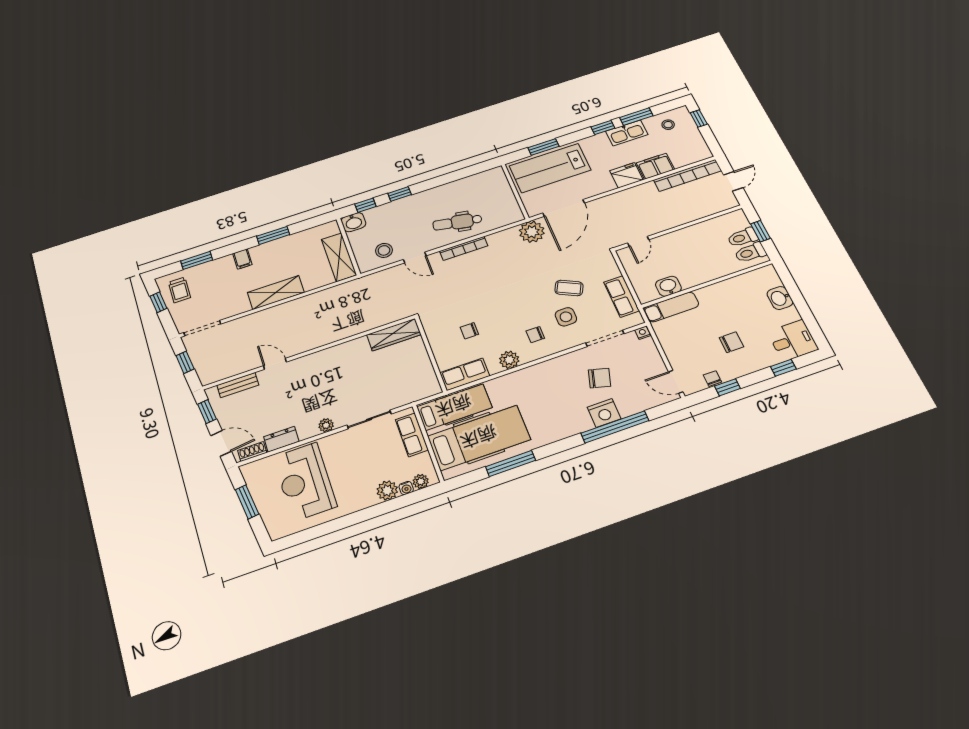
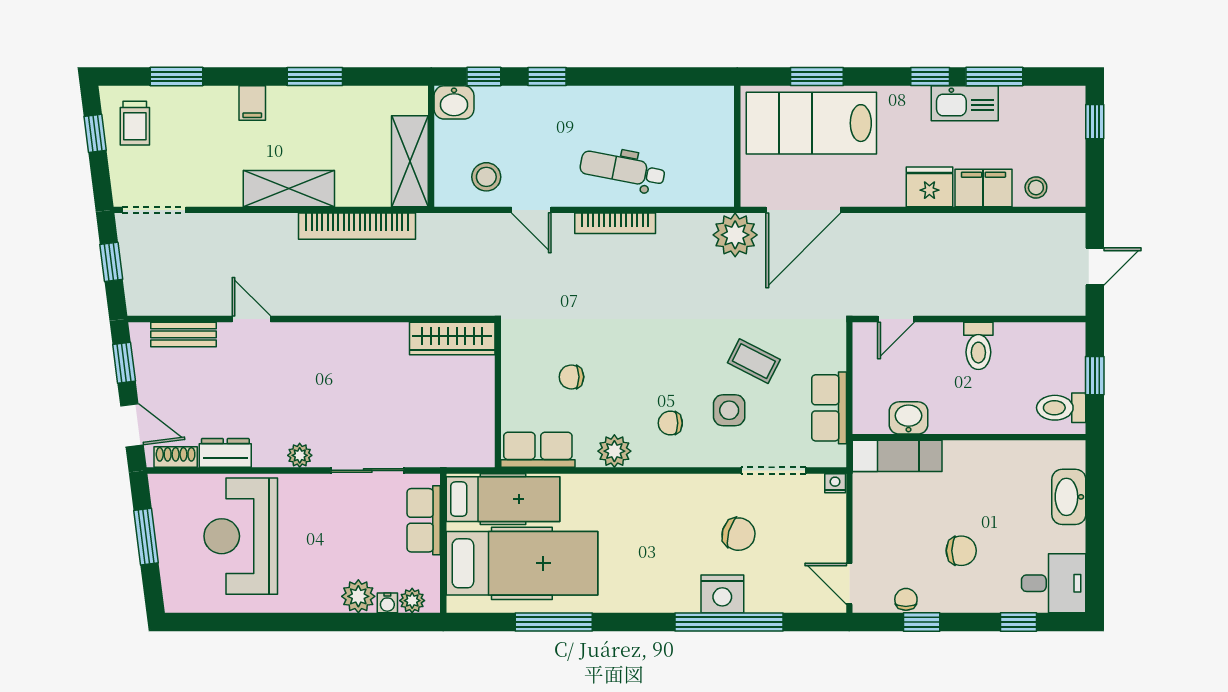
stool: (668, 125) -> (1036, 188), moved
bookcase: (688, 175) -> (357, 226), moved
toilet: (743, 237) -> (978, 346), moved, turned -90
washbasin: (780, 298) -> (1069, 497), width x1.38

